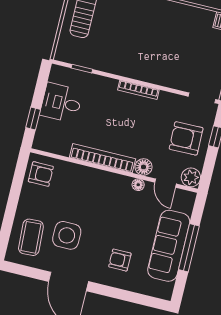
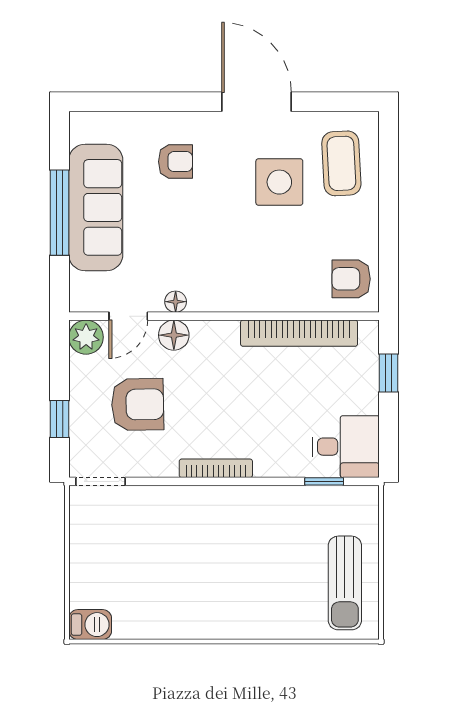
desk: (61, 103) -> (346, 447), moved
armchair: (186, 138) -> (138, 404), moved
bookcase: (102, 158) -> (299, 333), moved
door: (165, 183) -> (128, 316), swing flipped

